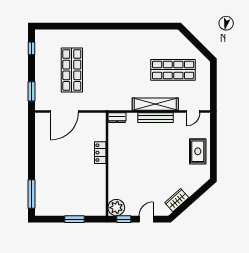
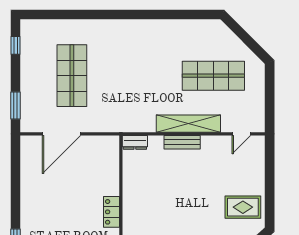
bench: (155, 118) -> (182, 142), width x0.73
rug: (198, 151) -> (243, 207), moved, turned 90
locker: (100, 153) -> (111, 212), moved

